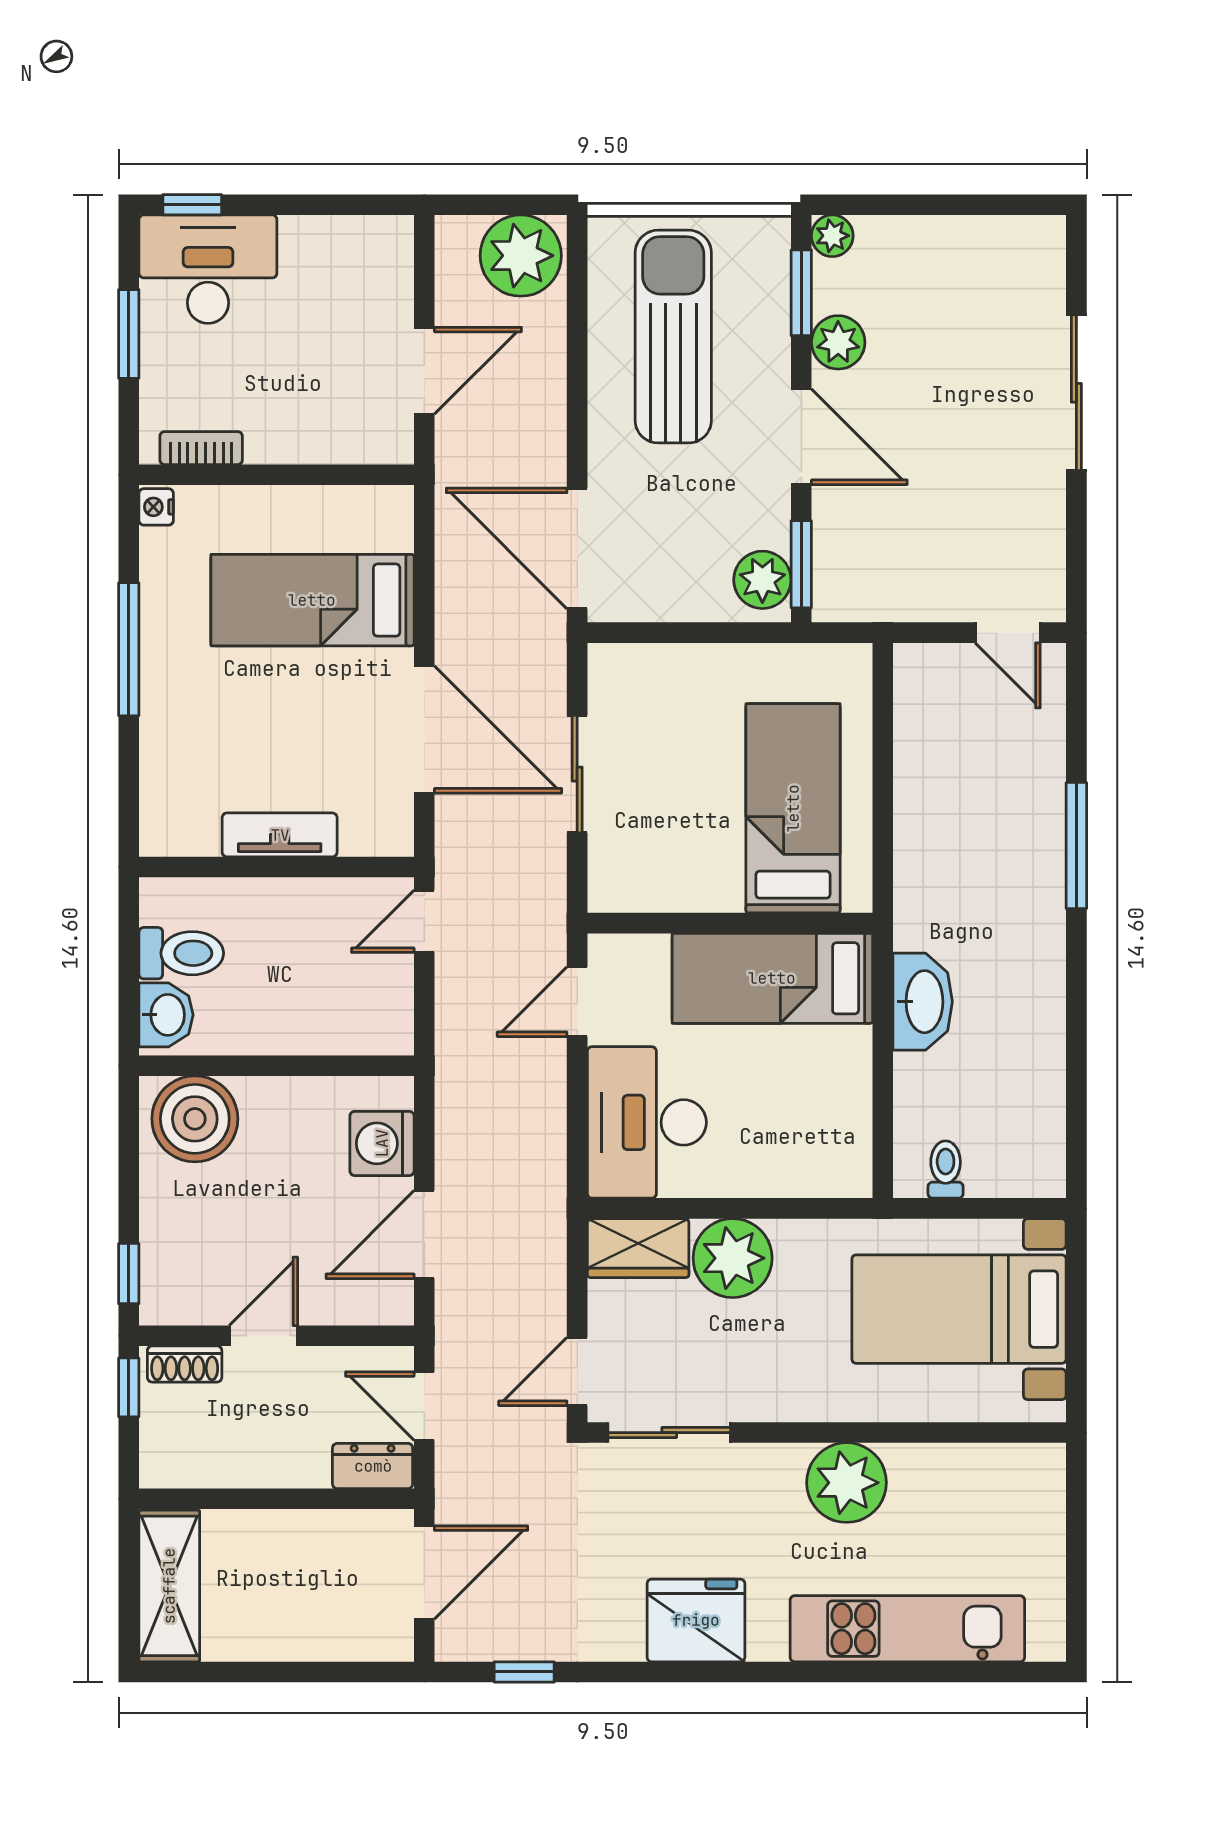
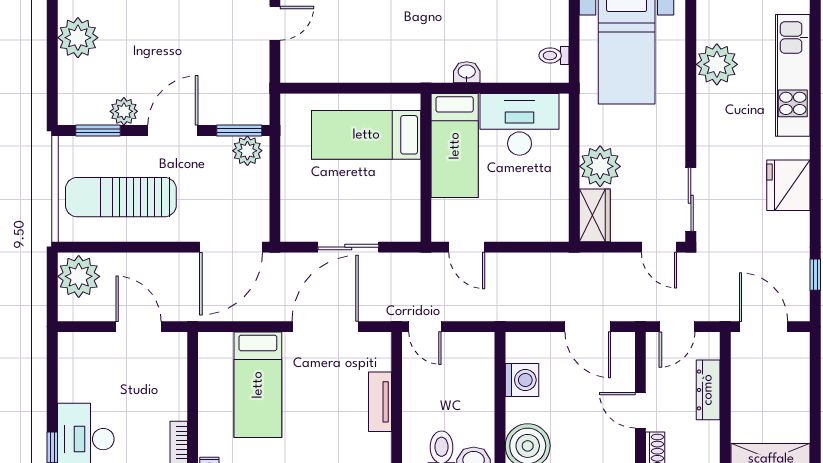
plant: (832, 236) -> (78, 38), moved, width x1.87, depth x1.87
washbasin: (923, 1002) -> (467, 72), width x0.52, depth x0.69
desk: (647, 1122) -> (520, 124), moved, turned 180
washing machine: (382, 1143) -> (522, 380), moved, turned -90
dresser: (373, 1466) -> (708, 390), moved, width x1.44
plant: (847, 1483) -> (717, 64), moved

